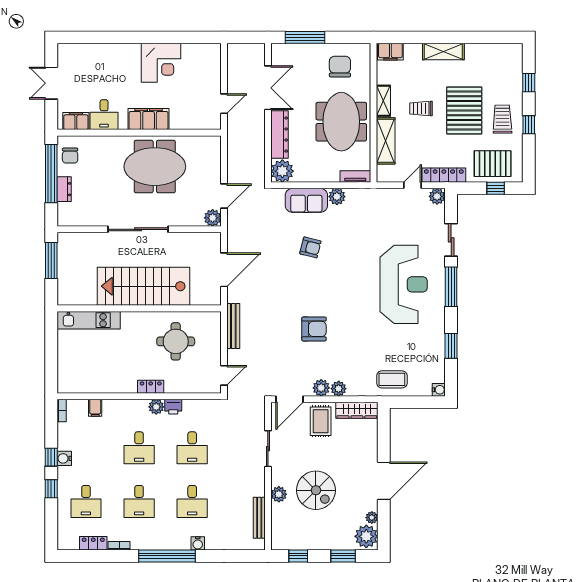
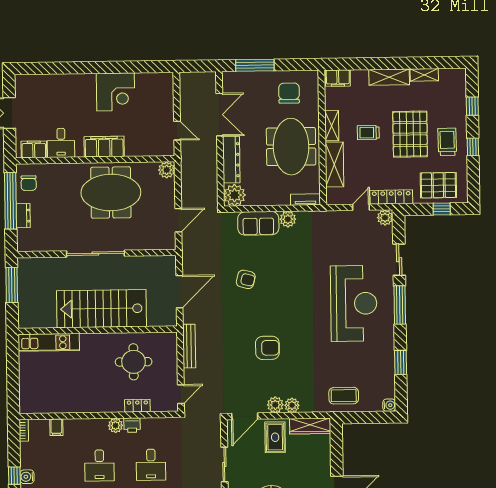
shelving: (480, 50) -> (424, 75), added
door: (224, 104) -> (177, 131), hinge flipped
plant: (213, 218) -> (167, 170), moved
armchair: (310, 247) -> (246, 279), moved
locker: (151, 387) -> (137, 406), moved

